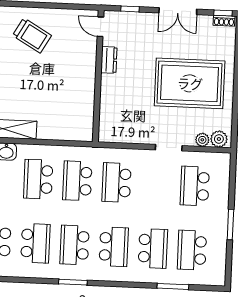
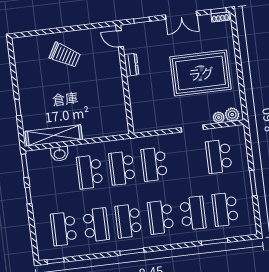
school desk: (114, 247) -> (161, 217), turned 180

